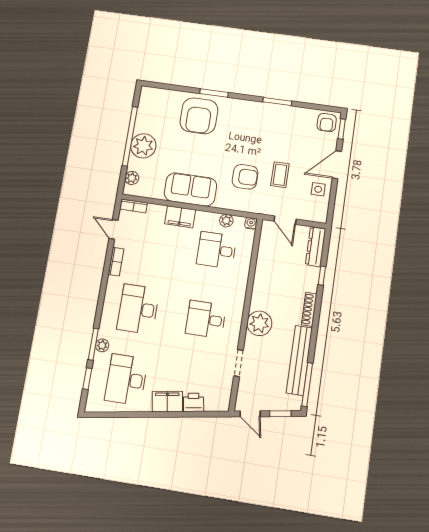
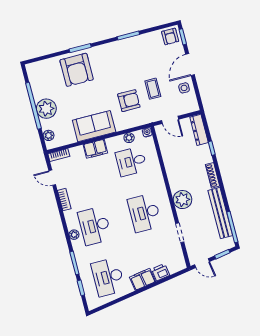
desk: (206, 319) -> (145, 213), width x1.37
plant: (102, 345) -> (74, 235), moved

